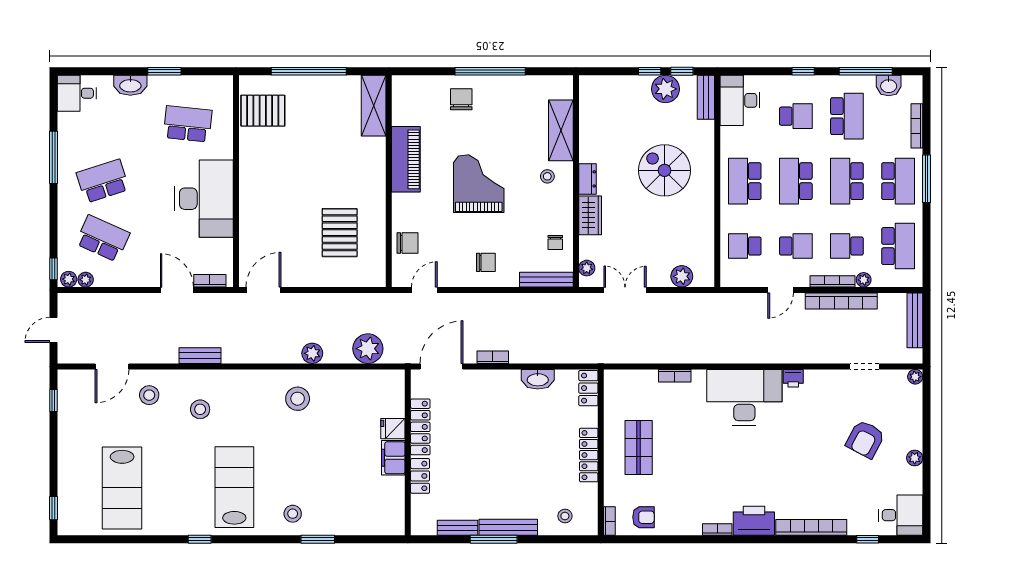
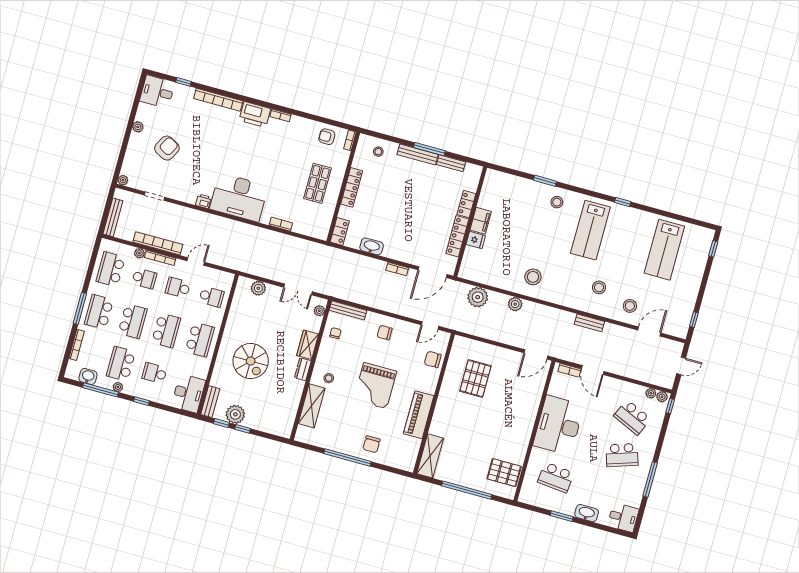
plant: (842, 82) -> (118, 387), added
lab bench: (122, 488) -> (664, 250), turned 180

